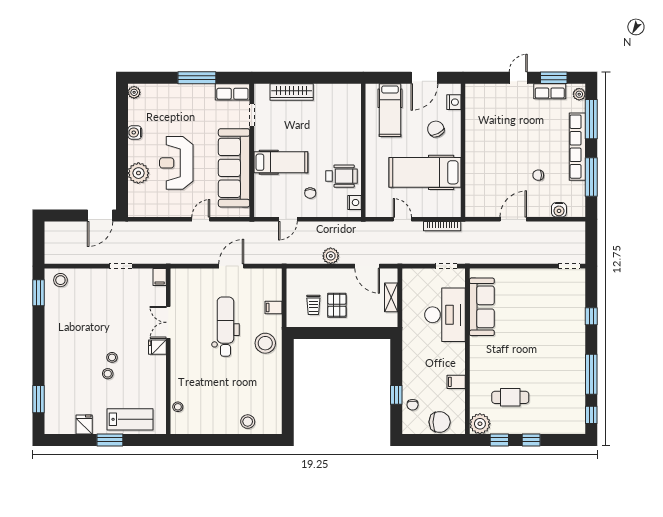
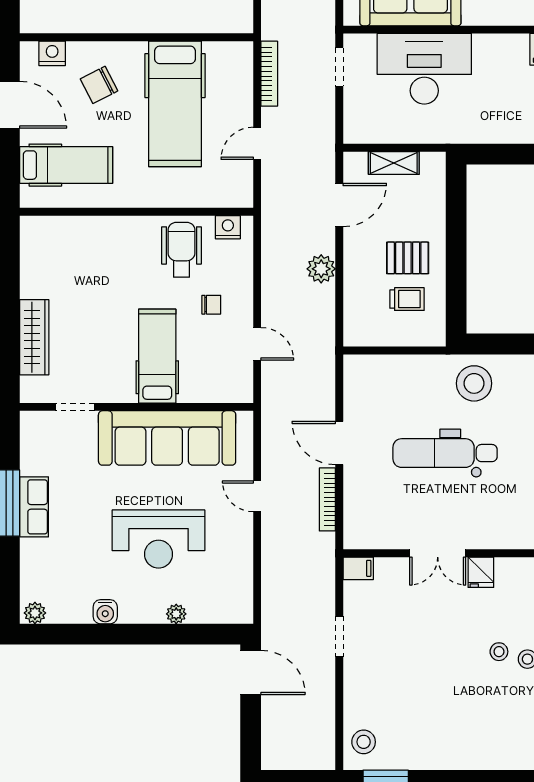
row of seats: (232, 92) -> (34, 507), moved
plant: (138, 173) -> (176, 614), width x0.53, depth x0.53
bookcase: (199, 259) -> (327, 499), added
filing cabinet: (273, 307) -> (412, 369), removed

